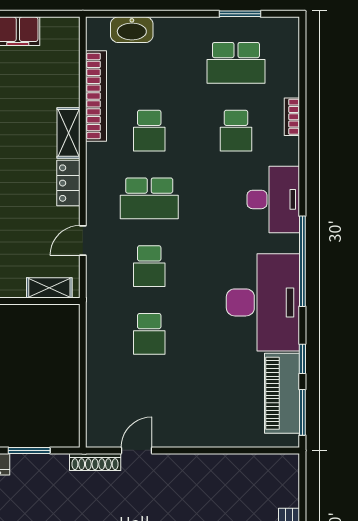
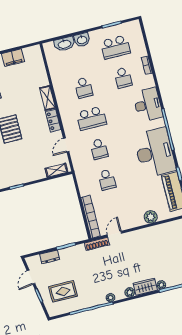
washbasin: (171, 30) -> (82, 40), added
bookcase: (96, 96) -> (91, 217), moved
plant: (221, 434) -> (151, 217), added

